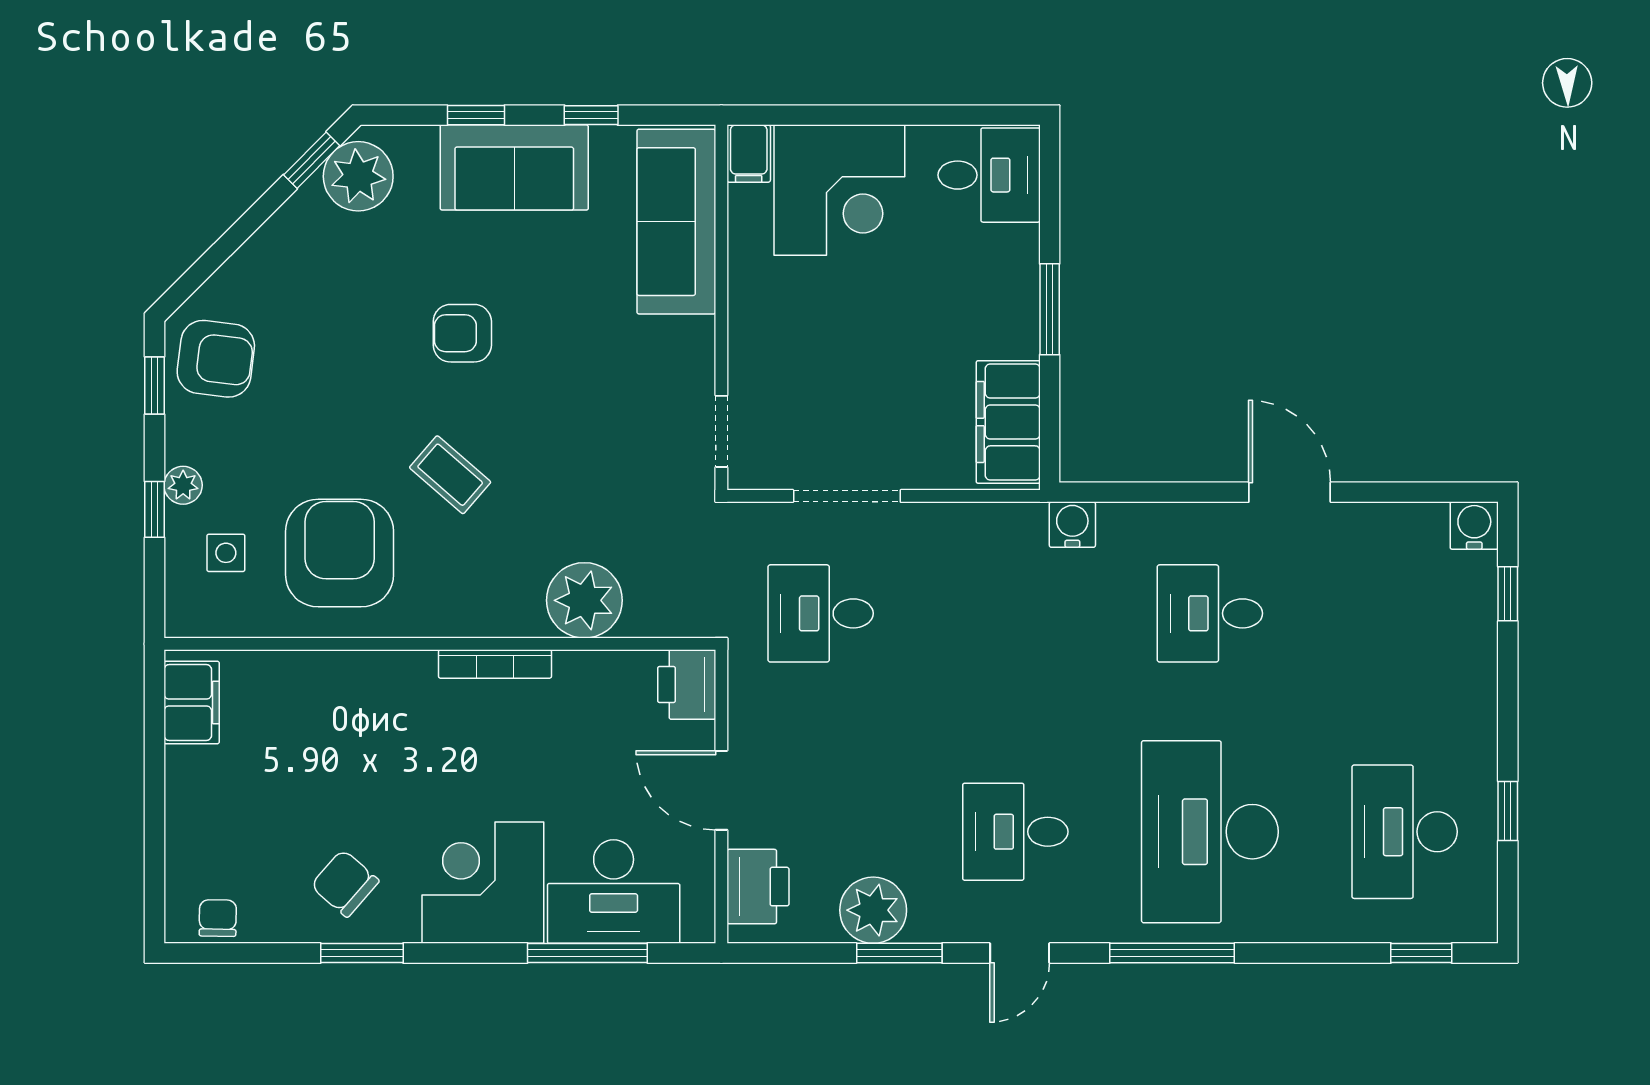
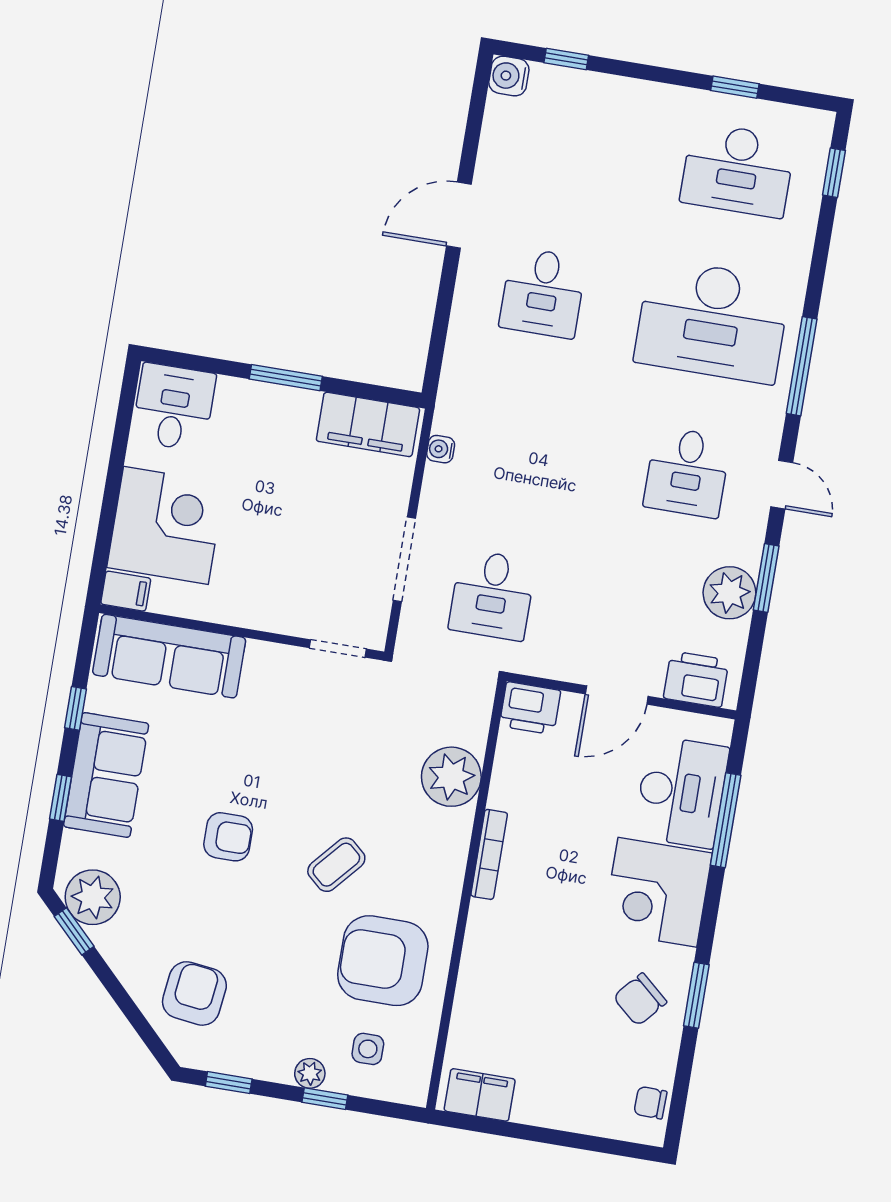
armchair: (462, 333) -> (228, 837), turned -90
armchair: (216, 359) -> (194, 993), moved
water cooler: (1072, 525) -> (441, 449), moved, width x0.72, depth x0.72

